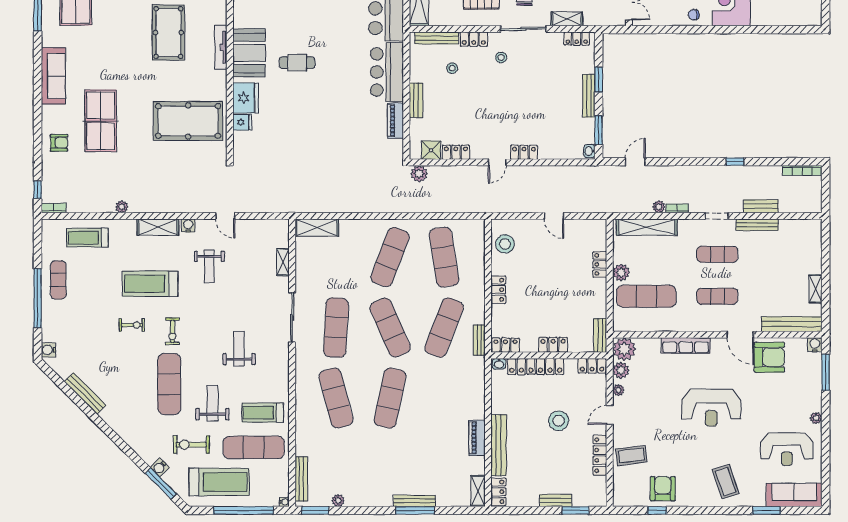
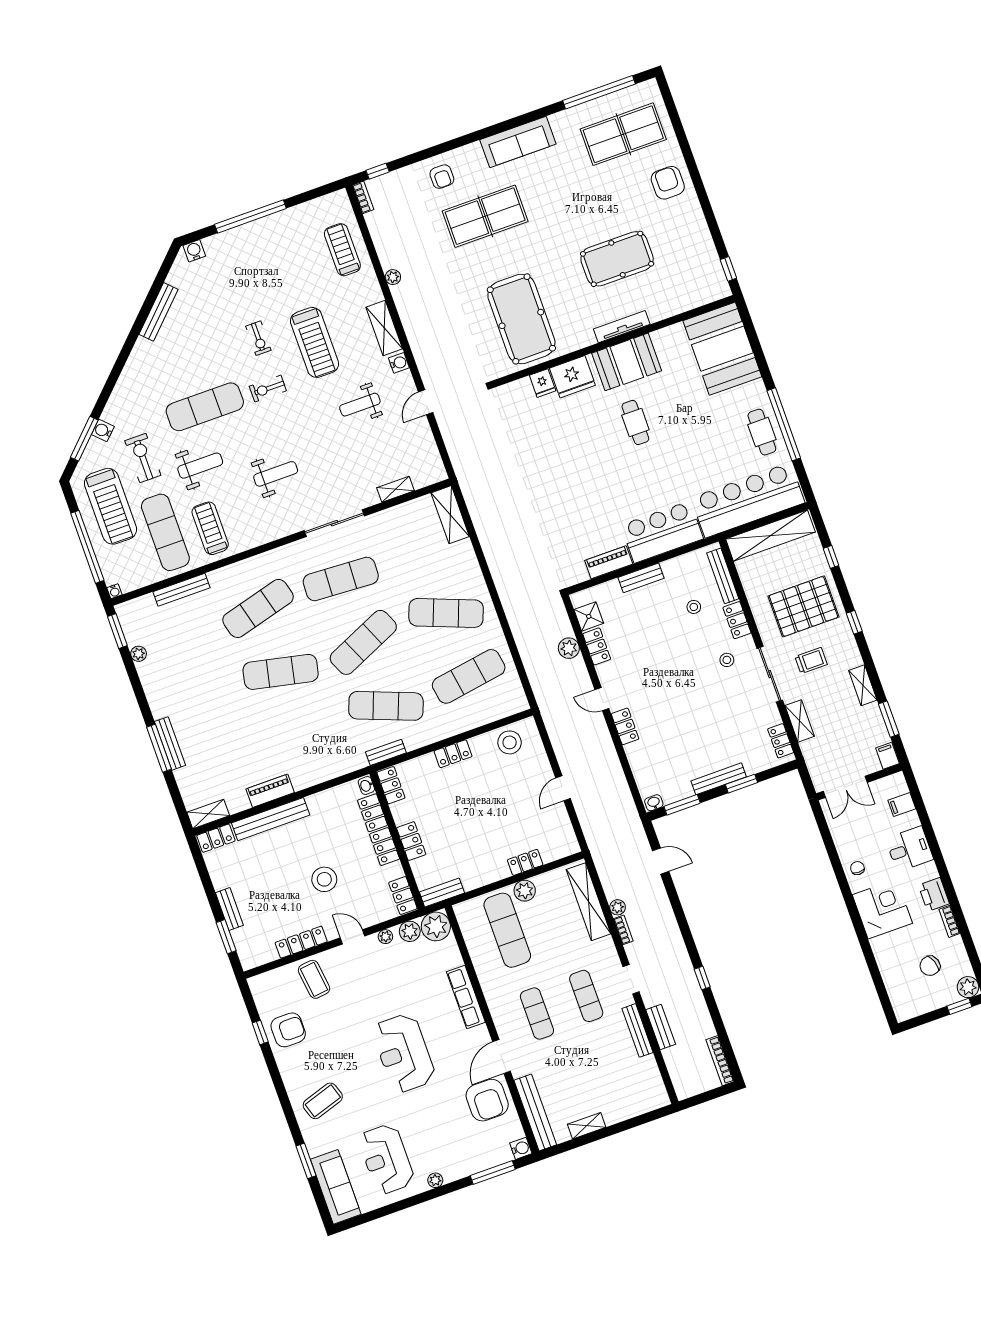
plant: (419, 174) -> (569, 648), moved
exercise mat: (58, 280) -> (281, 233), removed
treadmill: (150, 284) -> (314, 342), turned 180
bench: (301, 479) -> (182, 590), moved

